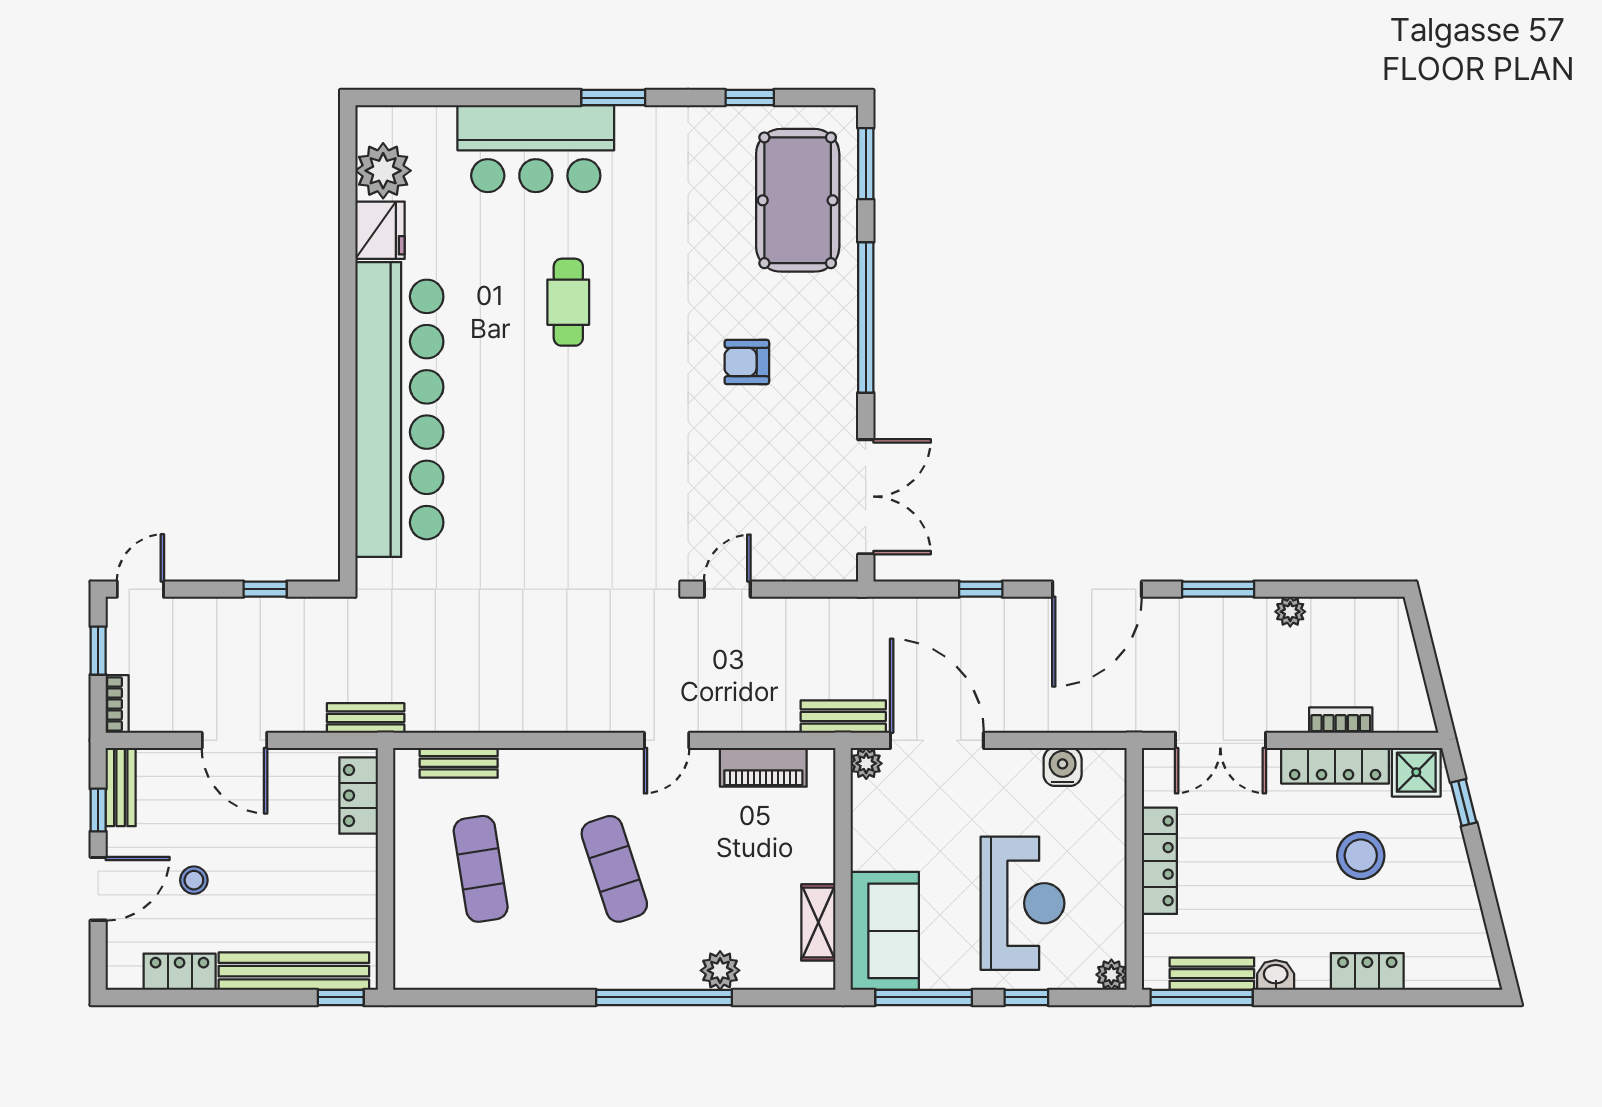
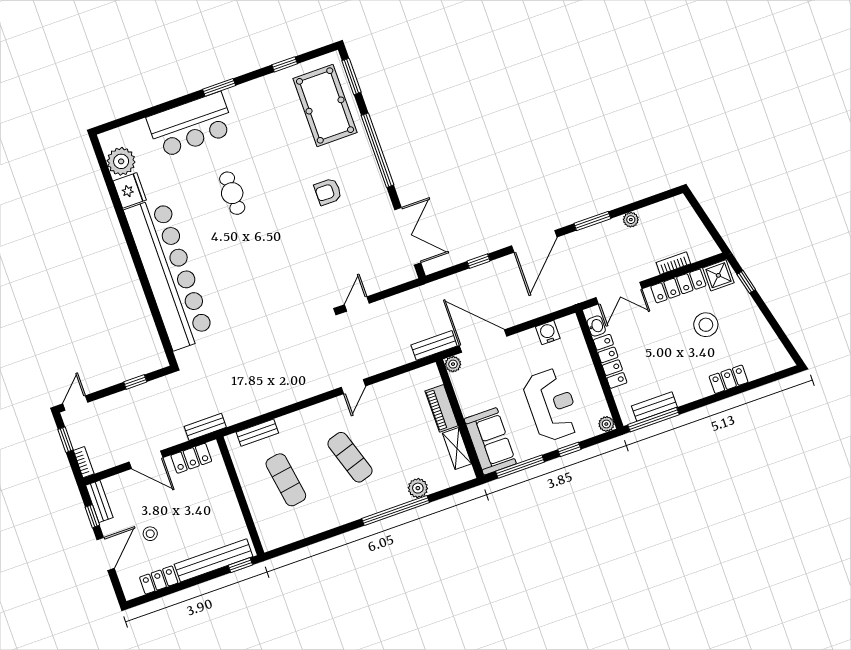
piano: (763, 767) -> (442, 408), moved, turned 90
locker: (359, 796) -> (191, 458), moved, turned -90
washbasin: (1276, 975) -> (596, 326), moved, turned 90

